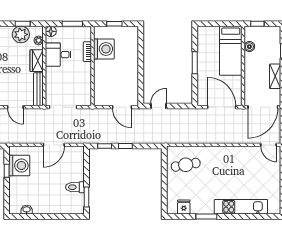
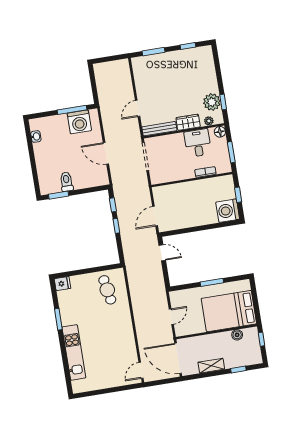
washing machine: (104, 49) -> (228, 211), moved, turned 90
bed: (231, 51) -> (229, 311), width x1.50
door: (222, 107) -> (171, 317), width x0.53
window: (7, 171) -> (72, 110), width x2.17
fridge: (184, 207) -> (62, 284), moved

